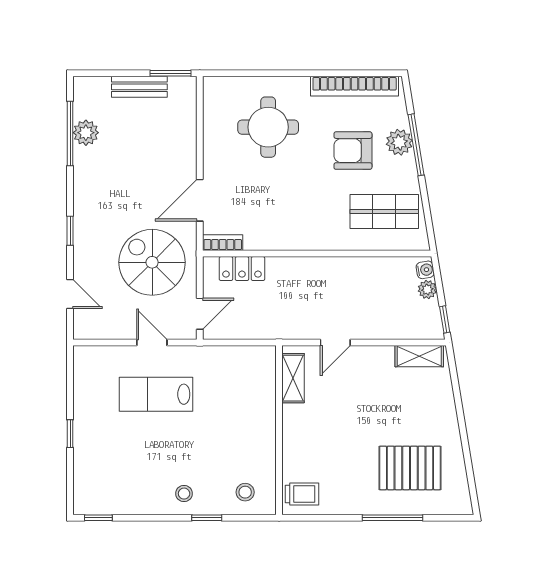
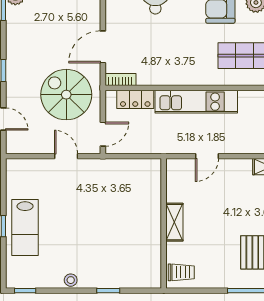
kitchen unit: (321, 271) -> (196, 102), added
shelving: (293, 378) -> (174, 222), moved
lab bench: (156, 394) -> (25, 228), moved, turned -90
stool: (245, 492) -> (138, 271), removed
stool: (184, 494) -> (71, 280), moved

